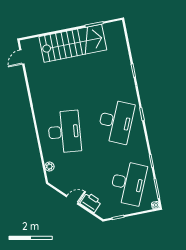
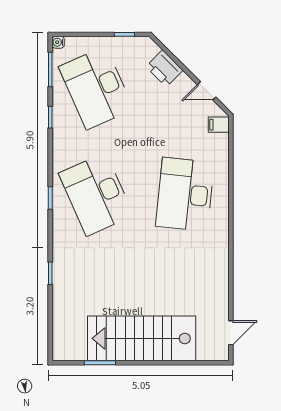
desk: (116, 121) -> (96, 194), turned -48
plant: (49, 166) -> (221, 142), removed
filing cabinet: (53, 176) -> (219, 125), added
desk: (128, 183) -> (96, 88), turned -48
door: (72, 200) -> (207, 91), moved

